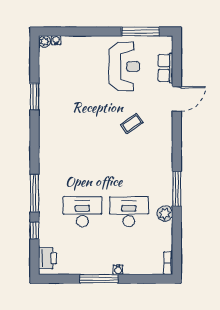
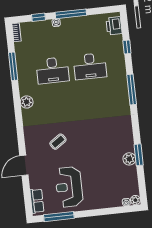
row of seats: (165, 68) -> (37, 201), moved
plant: (46, 93) -> (129, 159), added
window: (177, 189) -> (13, 66), moved
window: (35, 193) -> (132, 89), moved
plant: (165, 214) -> (27, 102), moved
window: (139, 279) -> (38, 17), added

